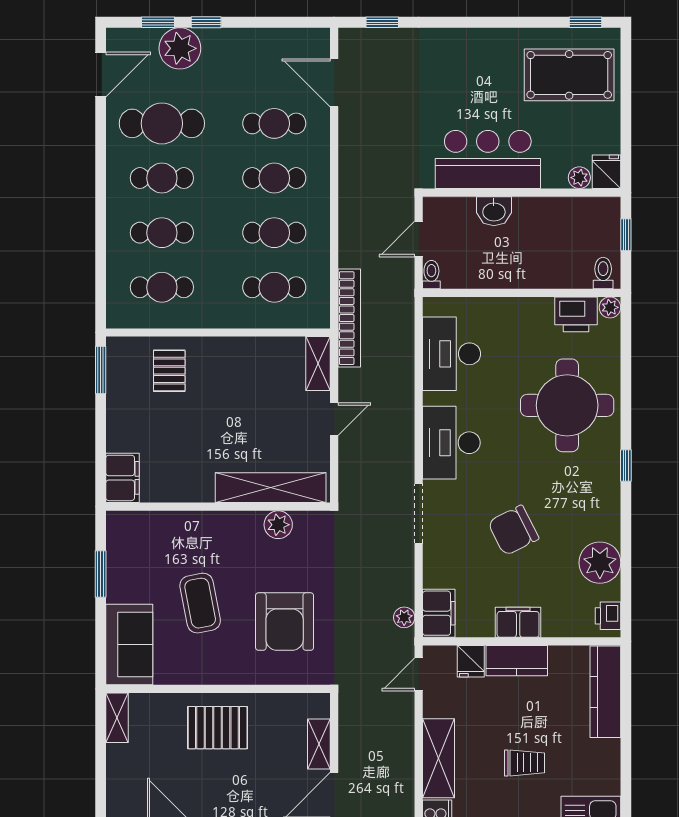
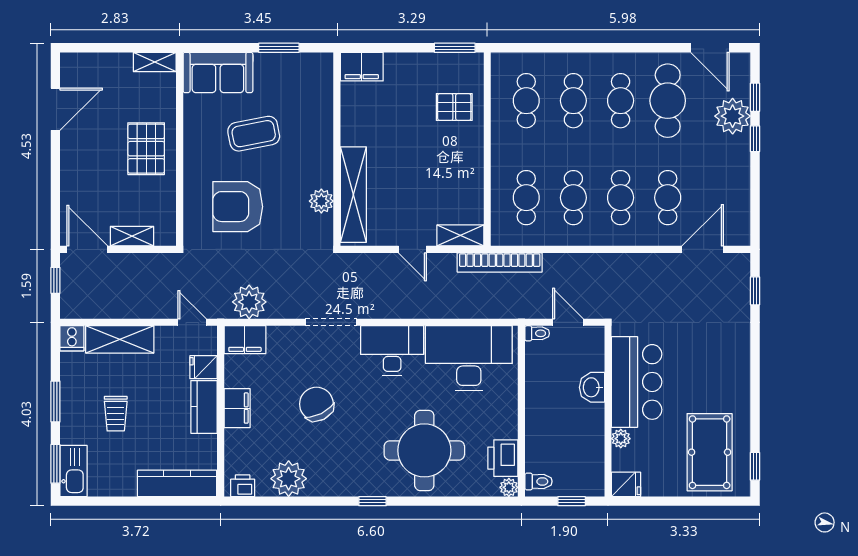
plant: (579, 178) -> (621, 439), moved
desk: (452, 354) -> (469, 358), width x1.36, depth x1.30
plant: (404, 617) -> (249, 302), width x1.87, depth x1.87

